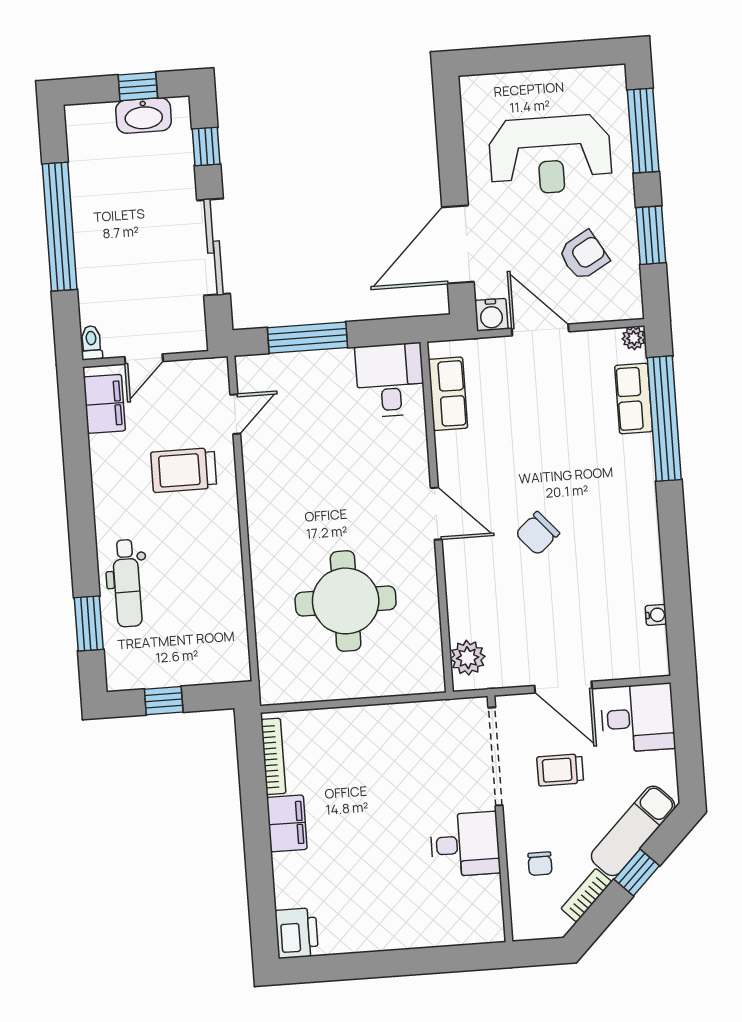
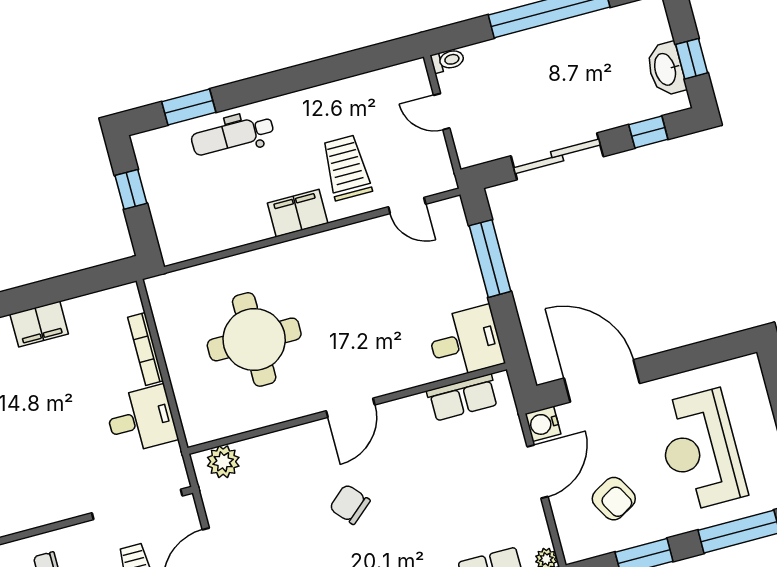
filing cabinet: (104, 404) -> (298, 213), moved, turned 180
bookcase: (273, 756) -> (146, 349), moved, turned 90
desk: (465, 844) -> (141, 419), moved, turned -90

